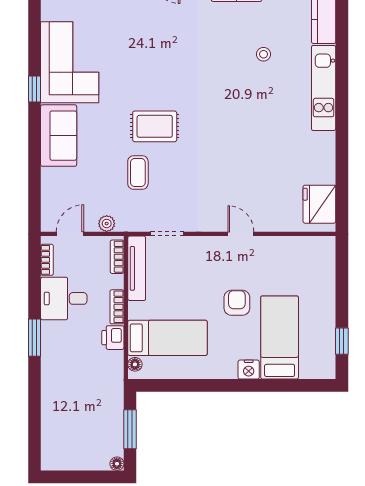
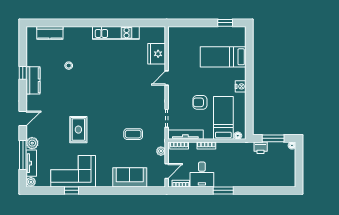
kitchen unit: (324, 88) -> (116, 33), moved
window: (34, 89) -> (72, 190), moved
rug: (155, 126) -> (78, 130), moved
sofa: (59, 136) -> (130, 177), moved
fridge: (319, 204) -> (157, 54), moved, turned 90
door: (70, 234) -> (167, 171), swing flipped
armchair: (237, 303) -> (200, 102), moved
printer: (113, 338) -> (261, 148), moved
nightstand: (249, 370) -> (241, 86), moved

